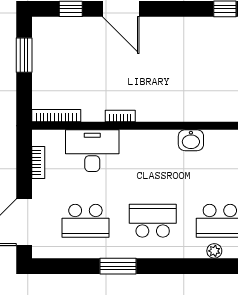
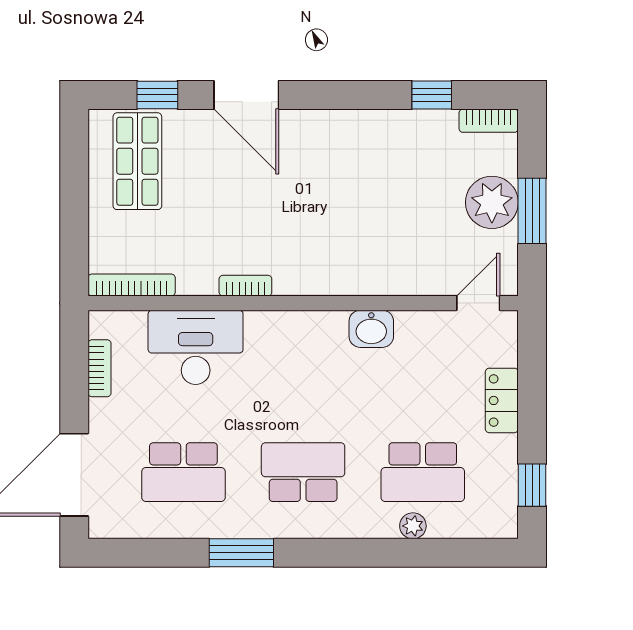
shop shelf: (60, 46) -> (137, 161), added
window: (24, 55) -> (74, 177), removed

